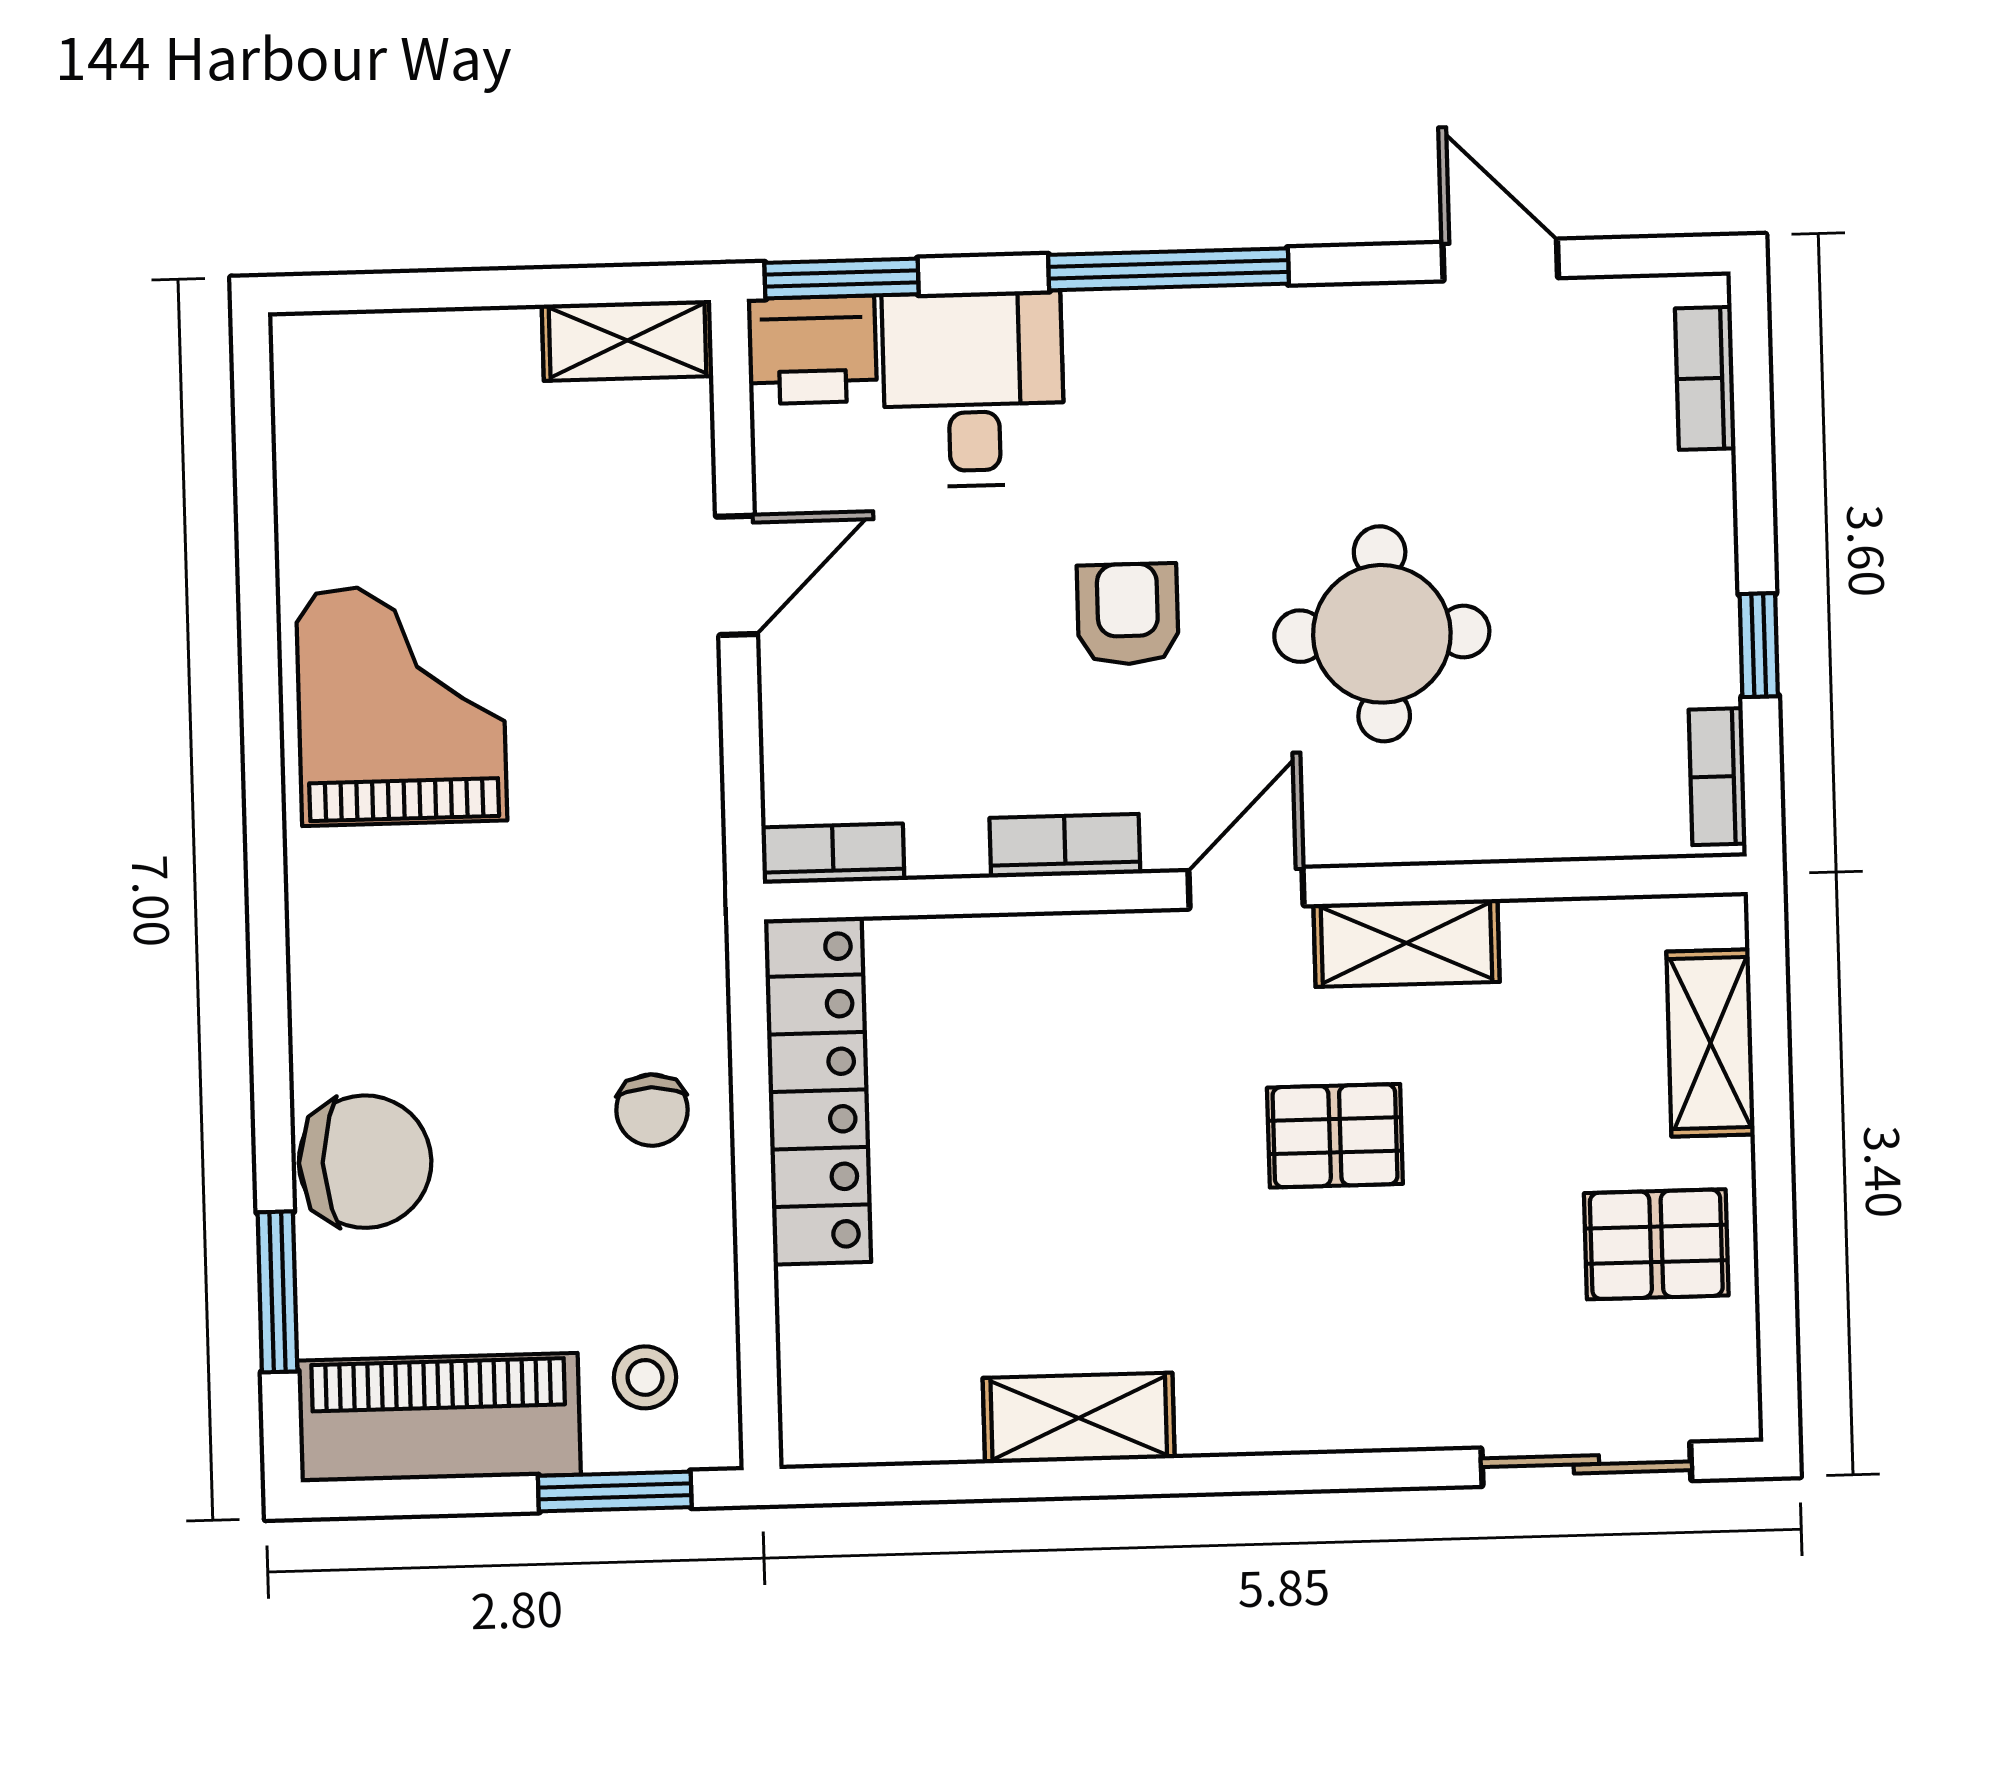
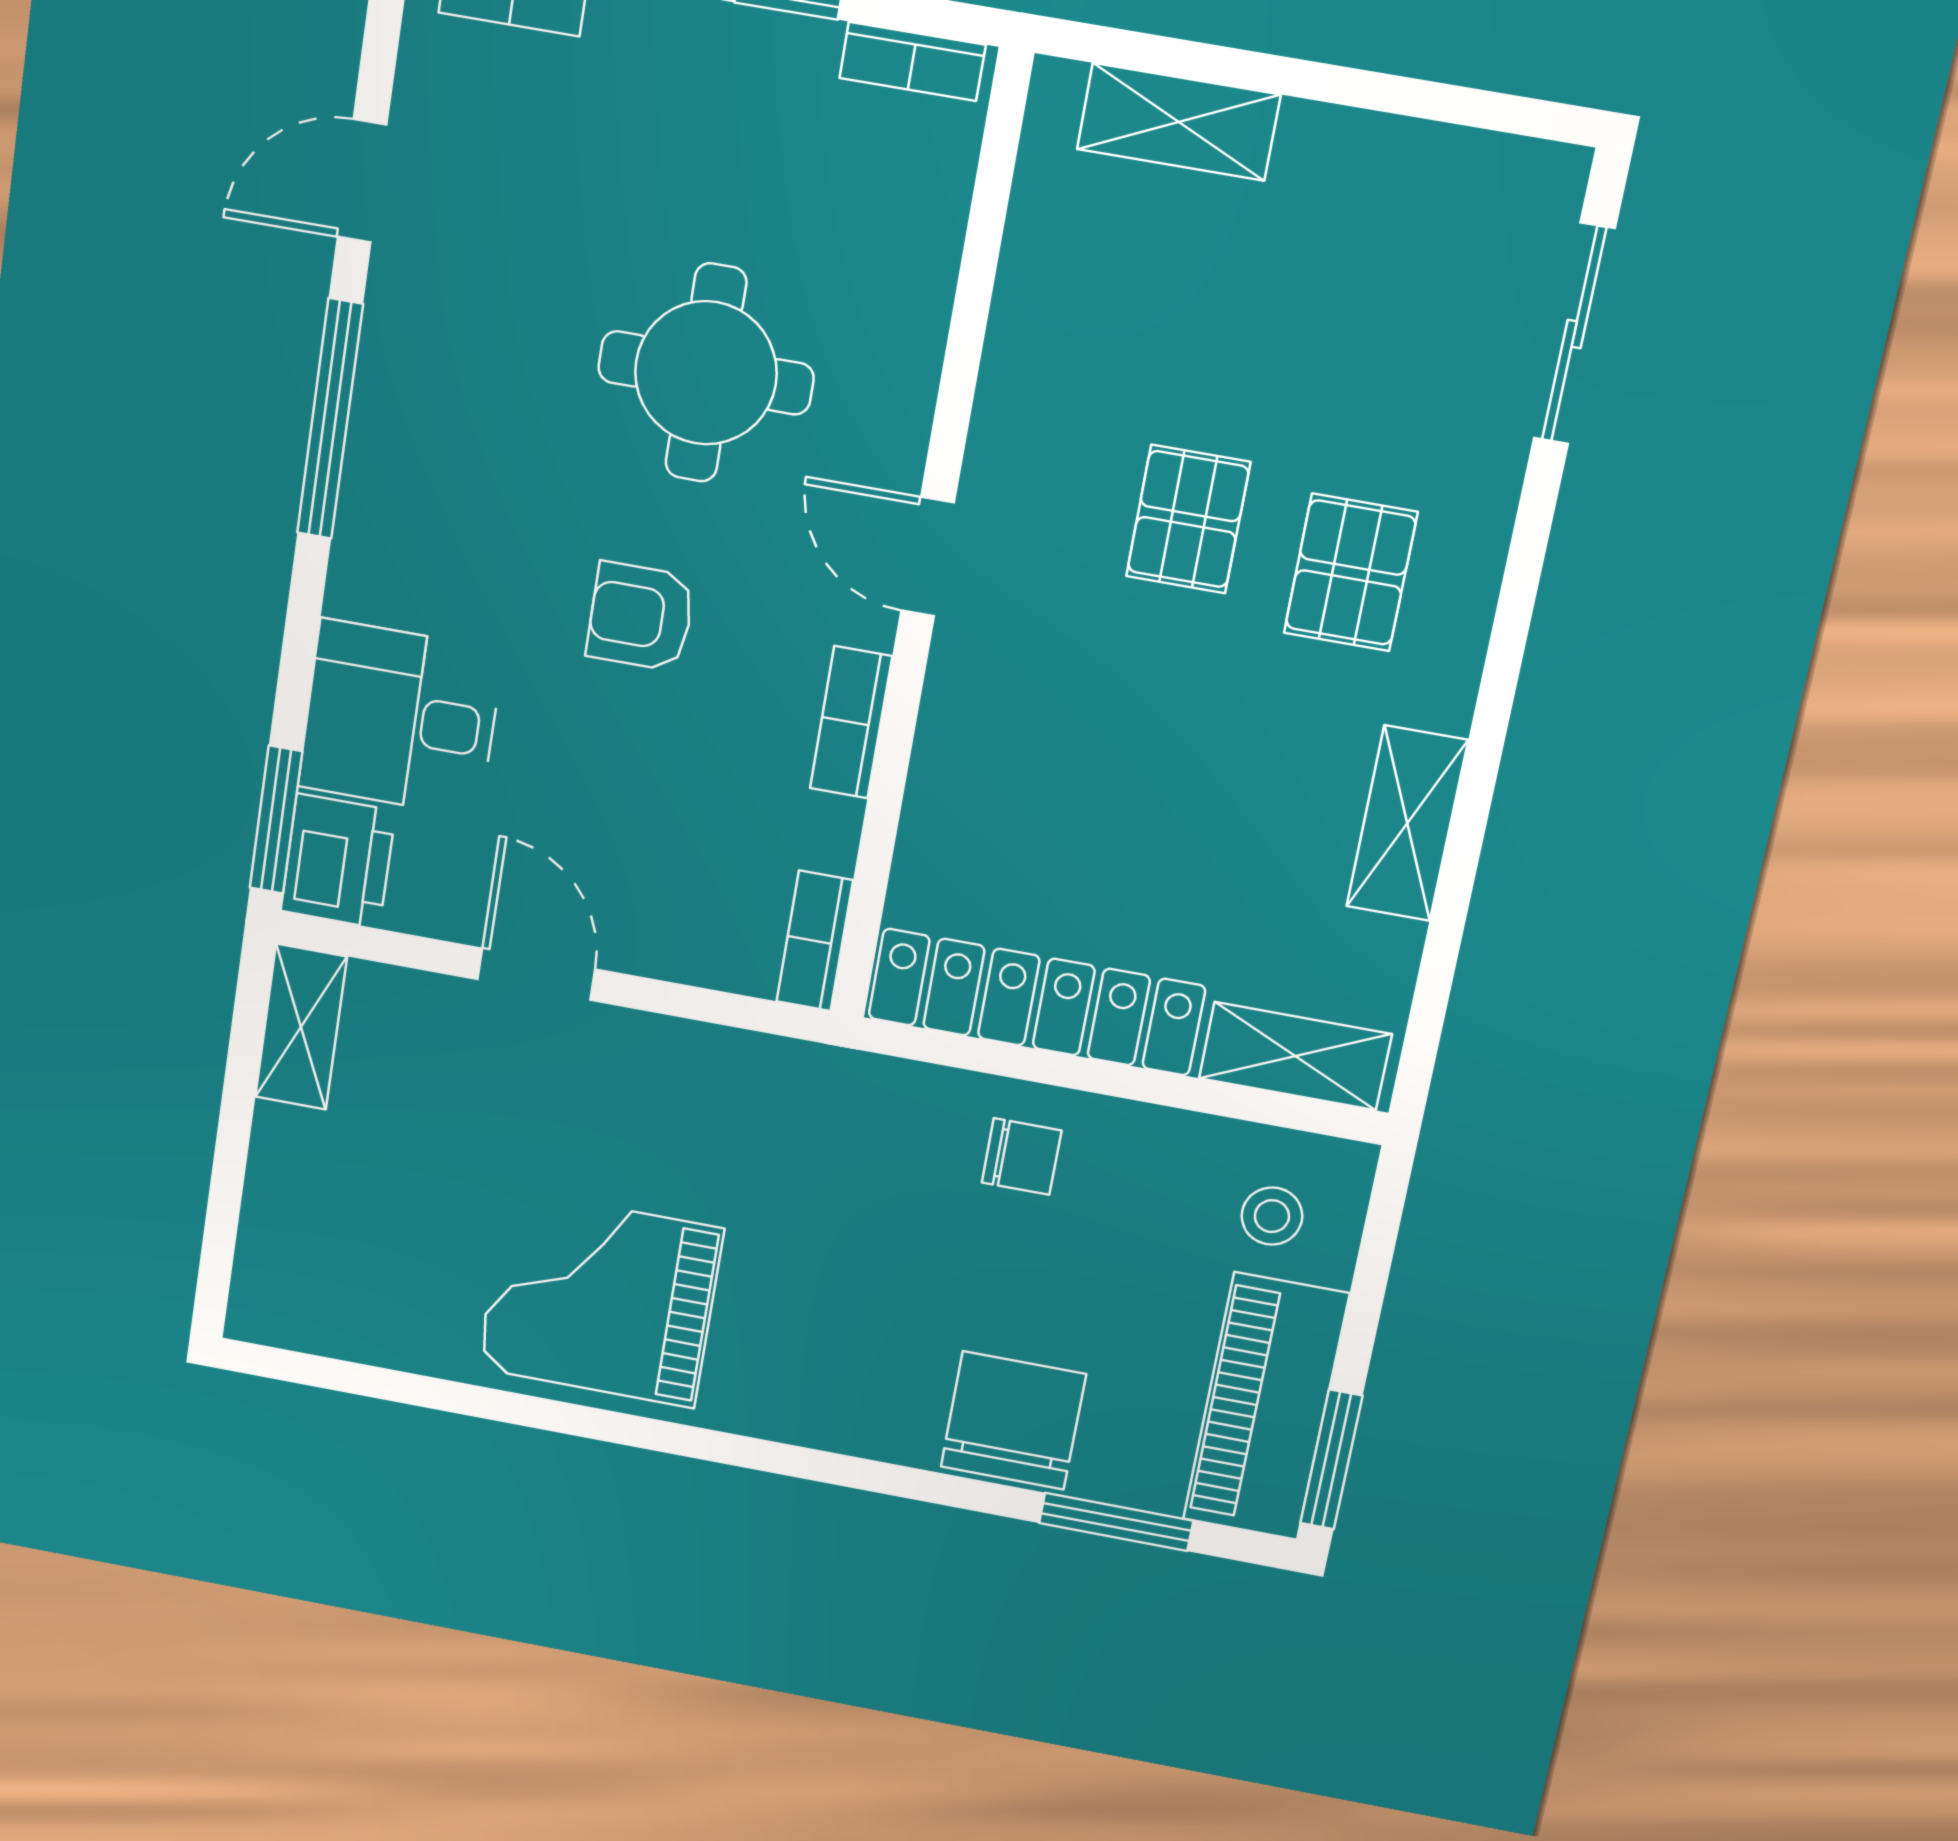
window: (1168, 269) -> (330, 419), moved
shelving: (1406, 943) -> (1295, 1056), moved, turned 90
pallet: (1656, 1244) -> (1351, 573), moved
window: (615, 1491) -> (1331, 1460), moved

